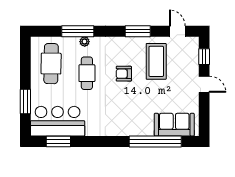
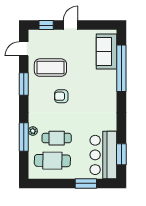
cafe table: (87, 73) -> (57, 138), moved
armchair: (124, 74) -> (61, 96), turned 90

